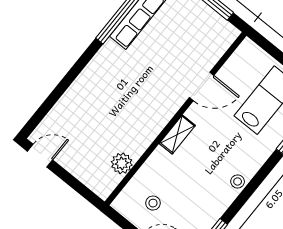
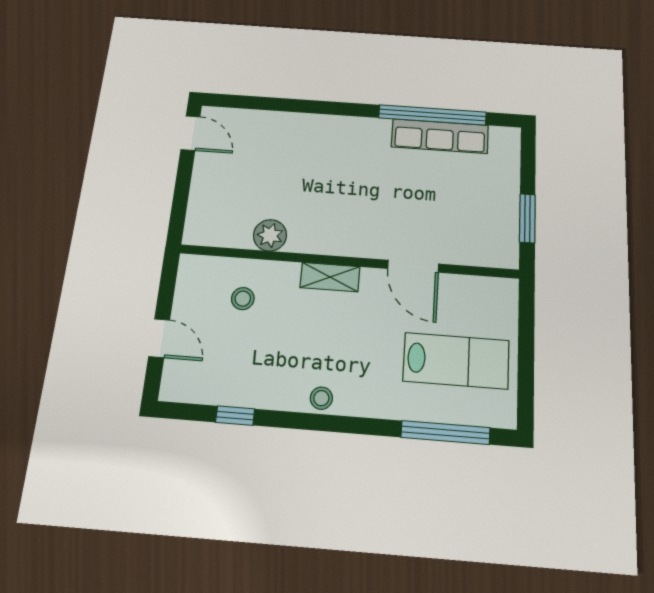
plant: (122, 163) -> (270, 235), moved
stool: (153, 203) -> (243, 299), moved

